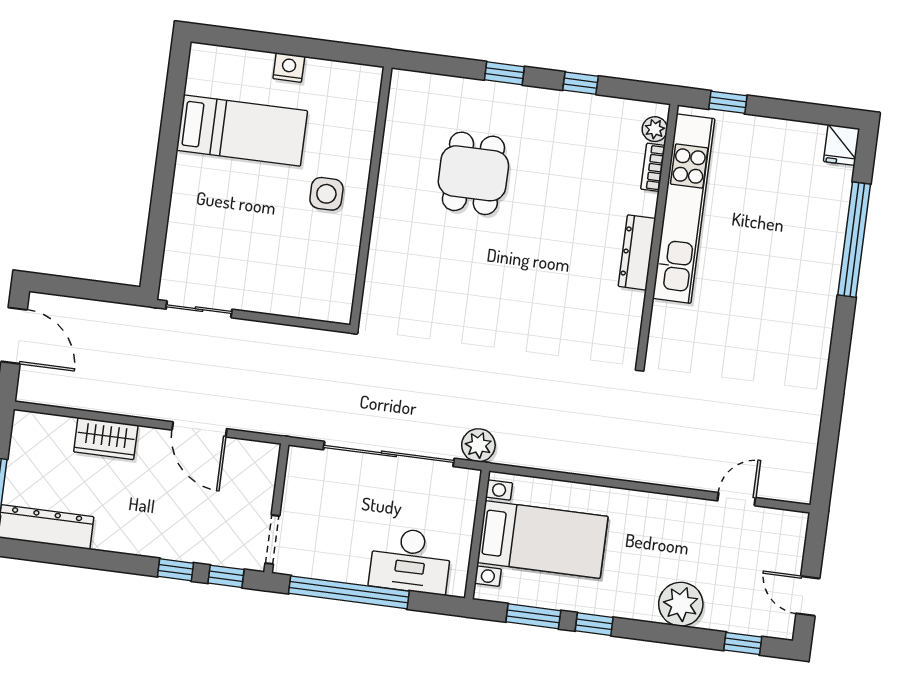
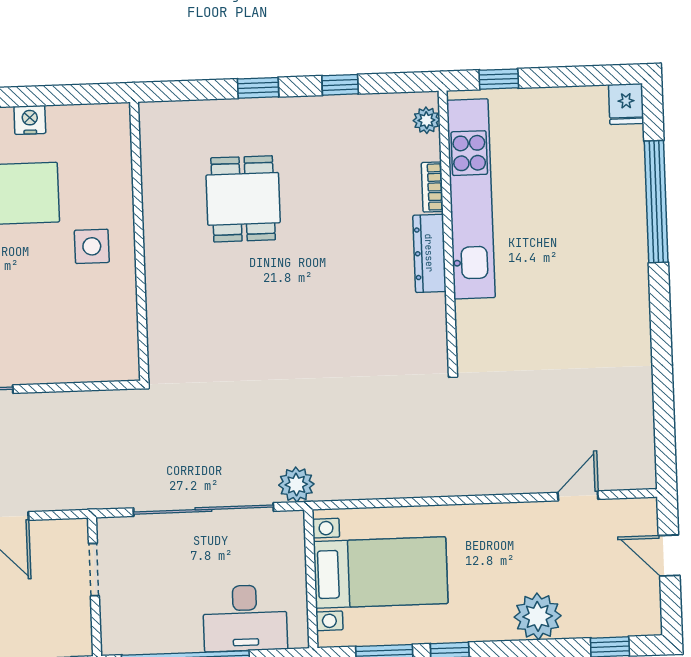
bookcase: (653, 167) -> (432, 187), moved
doorway: (272, 540) -> (94, 570), moved
door: (808, 596) -> (669, 556), moved

